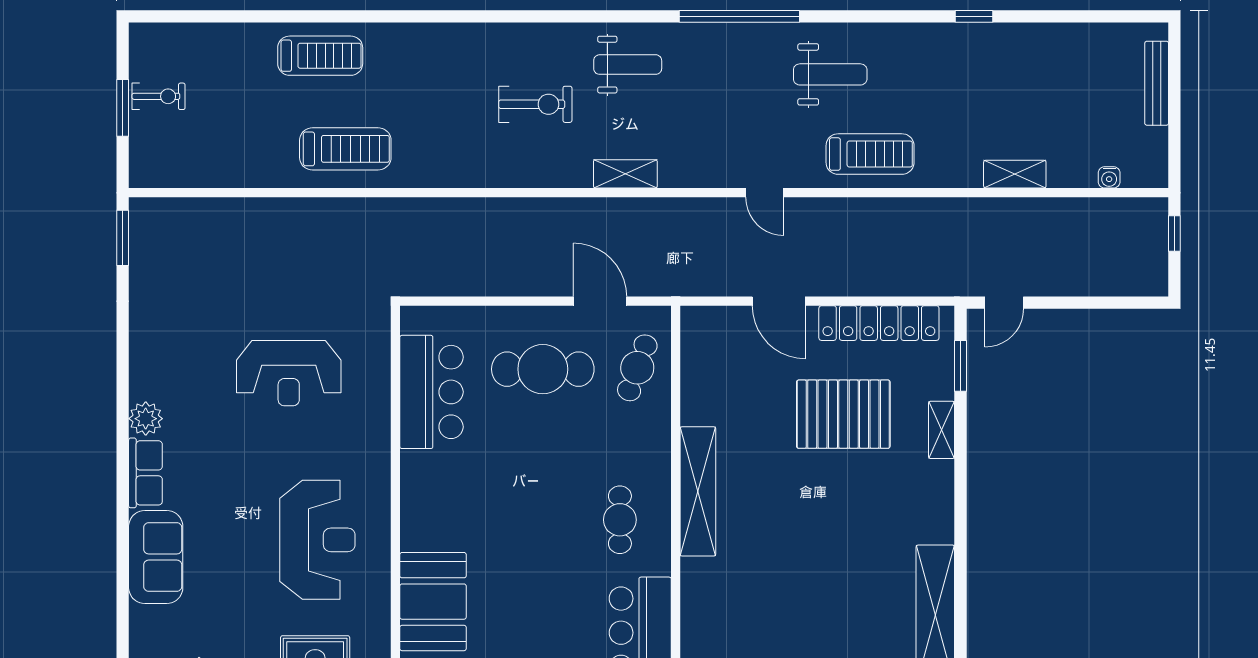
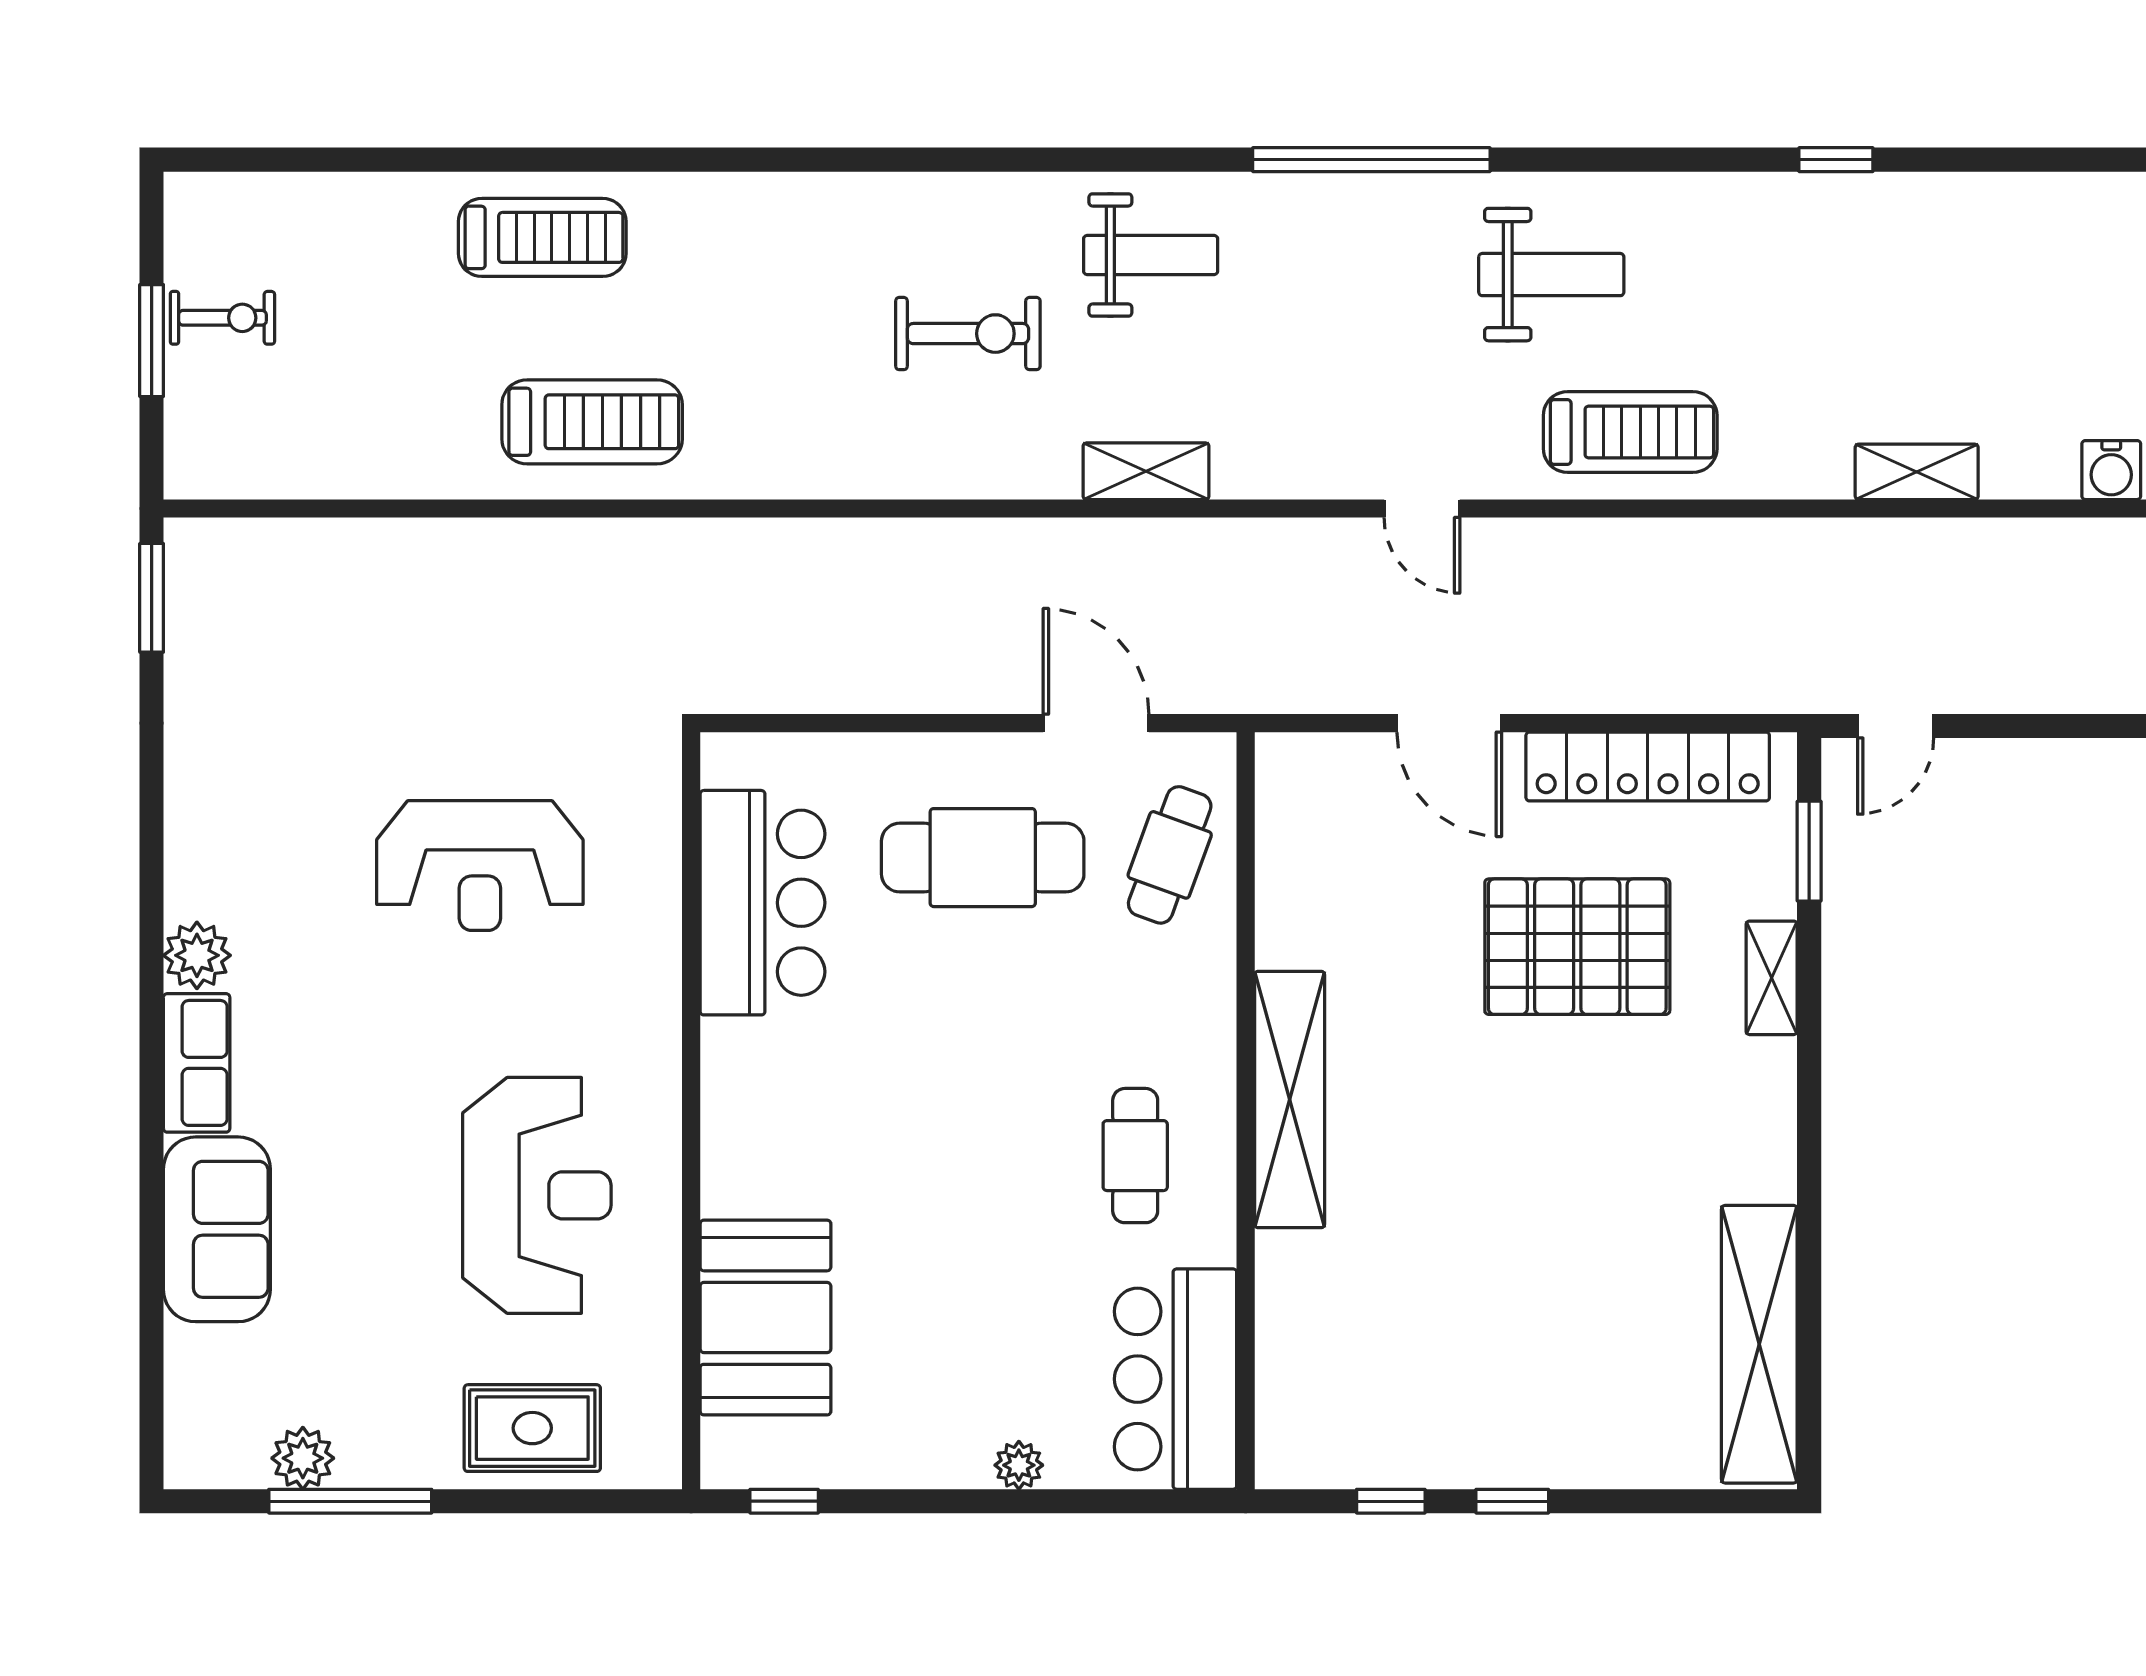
water cooler: (1109, 177) -> (2111, 470), width x1.38, depth x1.38

